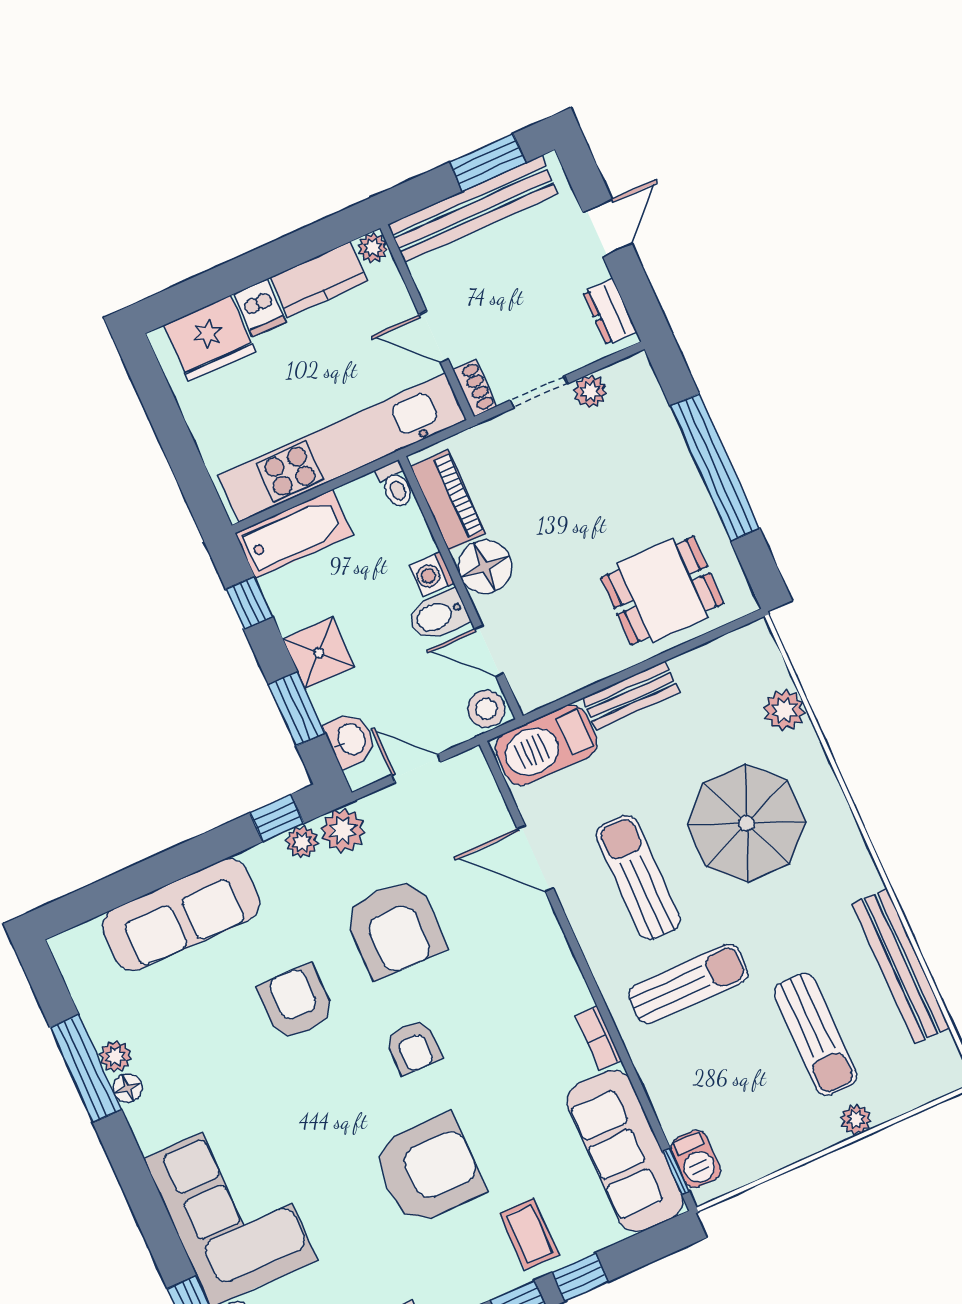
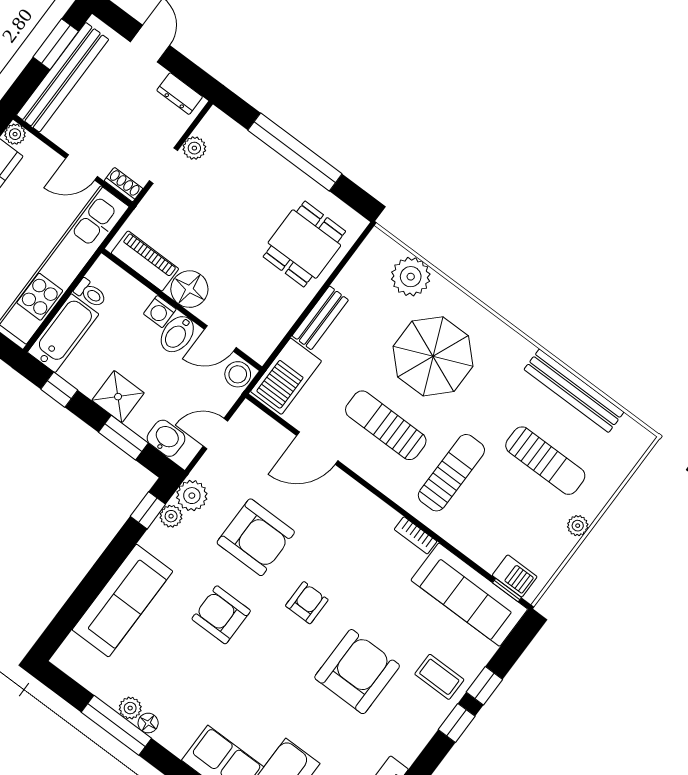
toilet: (395, 485) -> (90, 293), moved
plant: (784, 710) -> (411, 277), width x1.36, depth x1.36
armchair: (413, 1047) -> (307, 603), turned -90
plant: (856, 1119) -> (578, 526), moved

